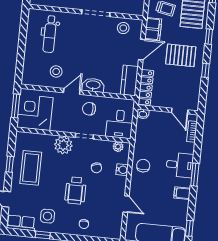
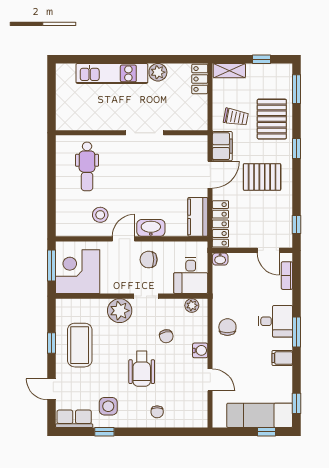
stool: (123, 28) -> (183, 149), removed
window: (205, 70) -> (297, 225), moved
water cooler: (122, 170) -> (200, 350), moved

